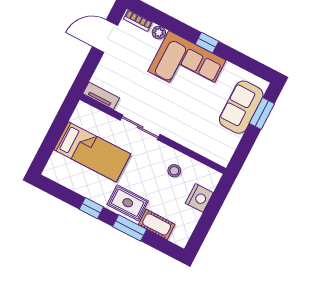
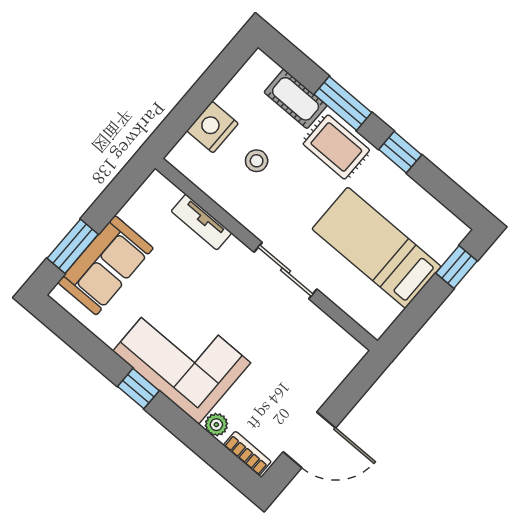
tv unit: (101, 96) -> (201, 222), moved
window: (45, 151) -> (456, 267), added
stool: (174, 171) -> (257, 161), moved

